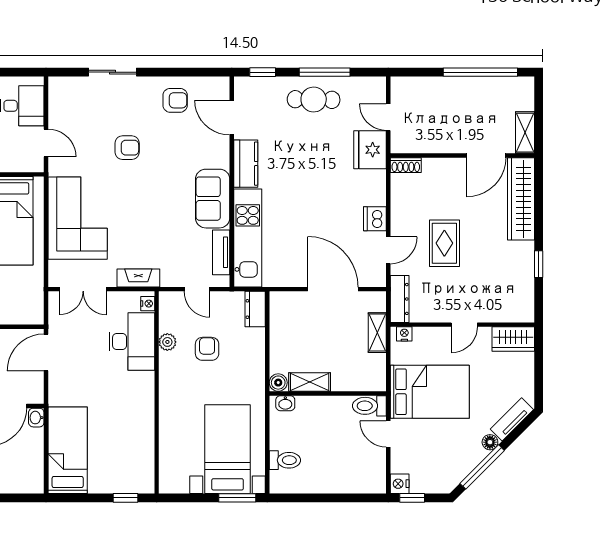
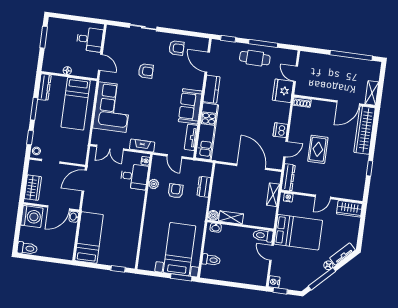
dresser: (255, 309) -> (204, 187), moved
desk: (132, 341) -> (134, 177), width x0.73

